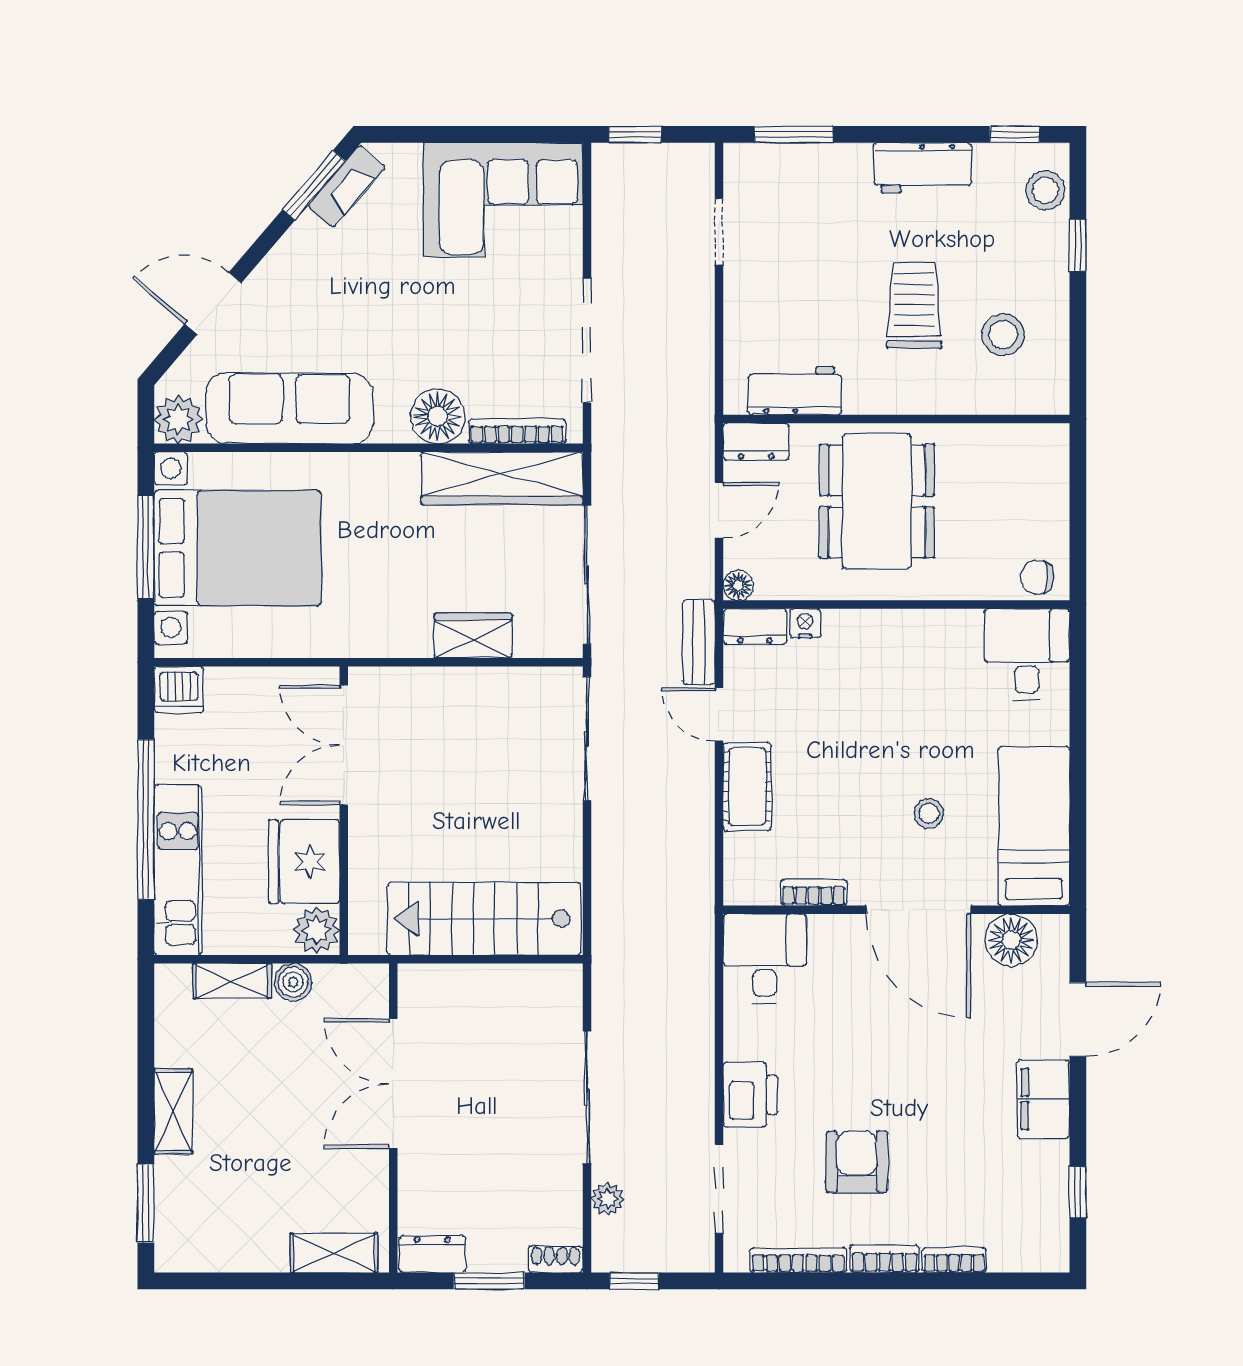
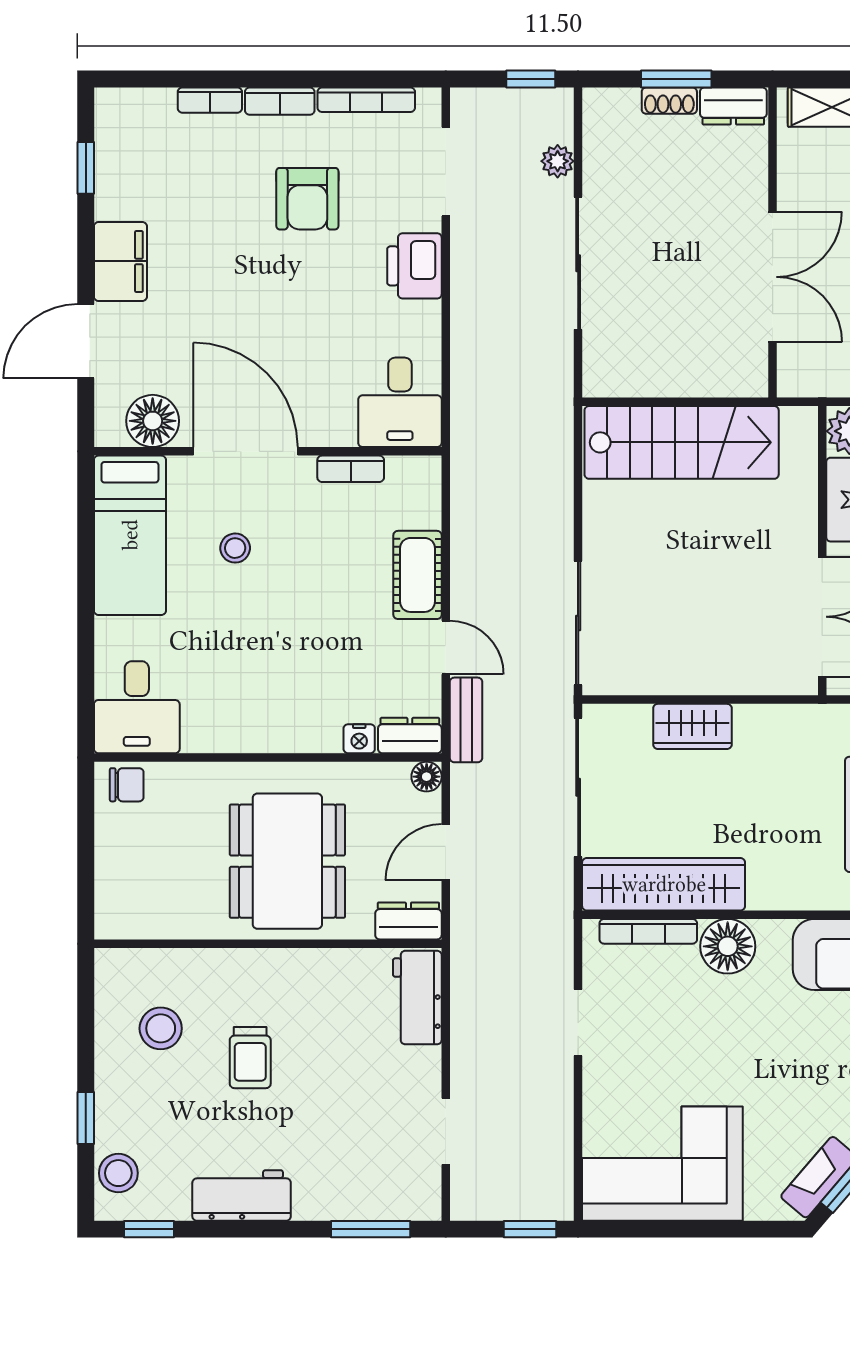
trolley: (914, 305) -> (250, 1058), width x0.73, depth x0.72
doorway: (587, 340) -> (578, 1022), width x0.53
workbench: (795, 391) -> (417, 998), moved, turned 90
shoe rack: (556, 1259) -> (669, 101), moved

